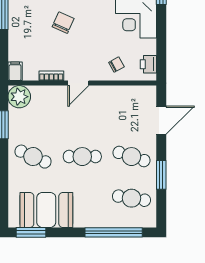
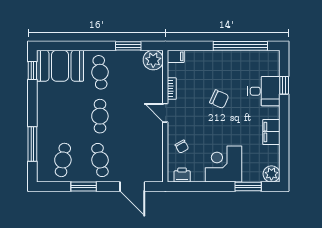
cafe table: (33, 157) -> (100, 72), turned -30
cafe table: (131, 157) -> (100, 160), turned -30
booth: (46, 210) -> (60, 66), moved, turned 90
window: (31, 232) -> (32, 71), width x0.67
window: (114, 232) -> (32, 144), width x0.68

